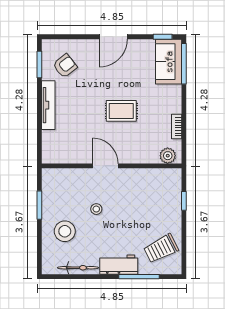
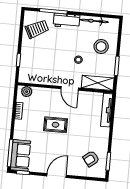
tv unit: (48, 105) -> (107, 110), moved
shelving: (65, 178) -> (98, 83), added

